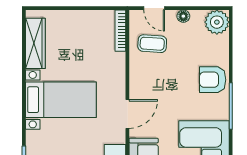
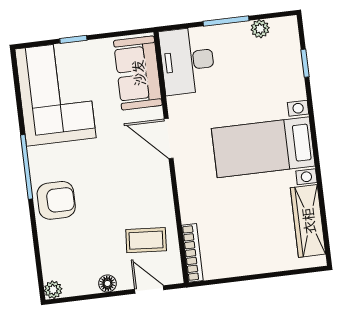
plant: (217, 22) -> (53, 290), width x0.53, depth x0.53
door: (127, 114) -> (169, 138), hinge flipped

